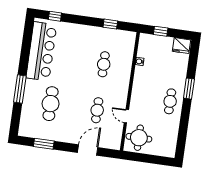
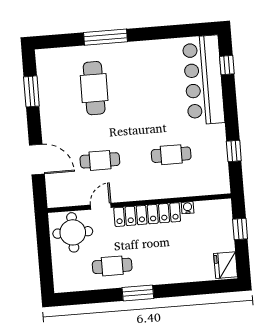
bar counter: (41, 51) -> (204, 80), moved, turned 90
locker: (138, 88) -> (147, 215), added
window: (189, 89) -> (138, 293), moved
cafe table: (170, 101) -> (112, 266), moved
cafe table: (51, 104) -> (94, 88), turned 90

